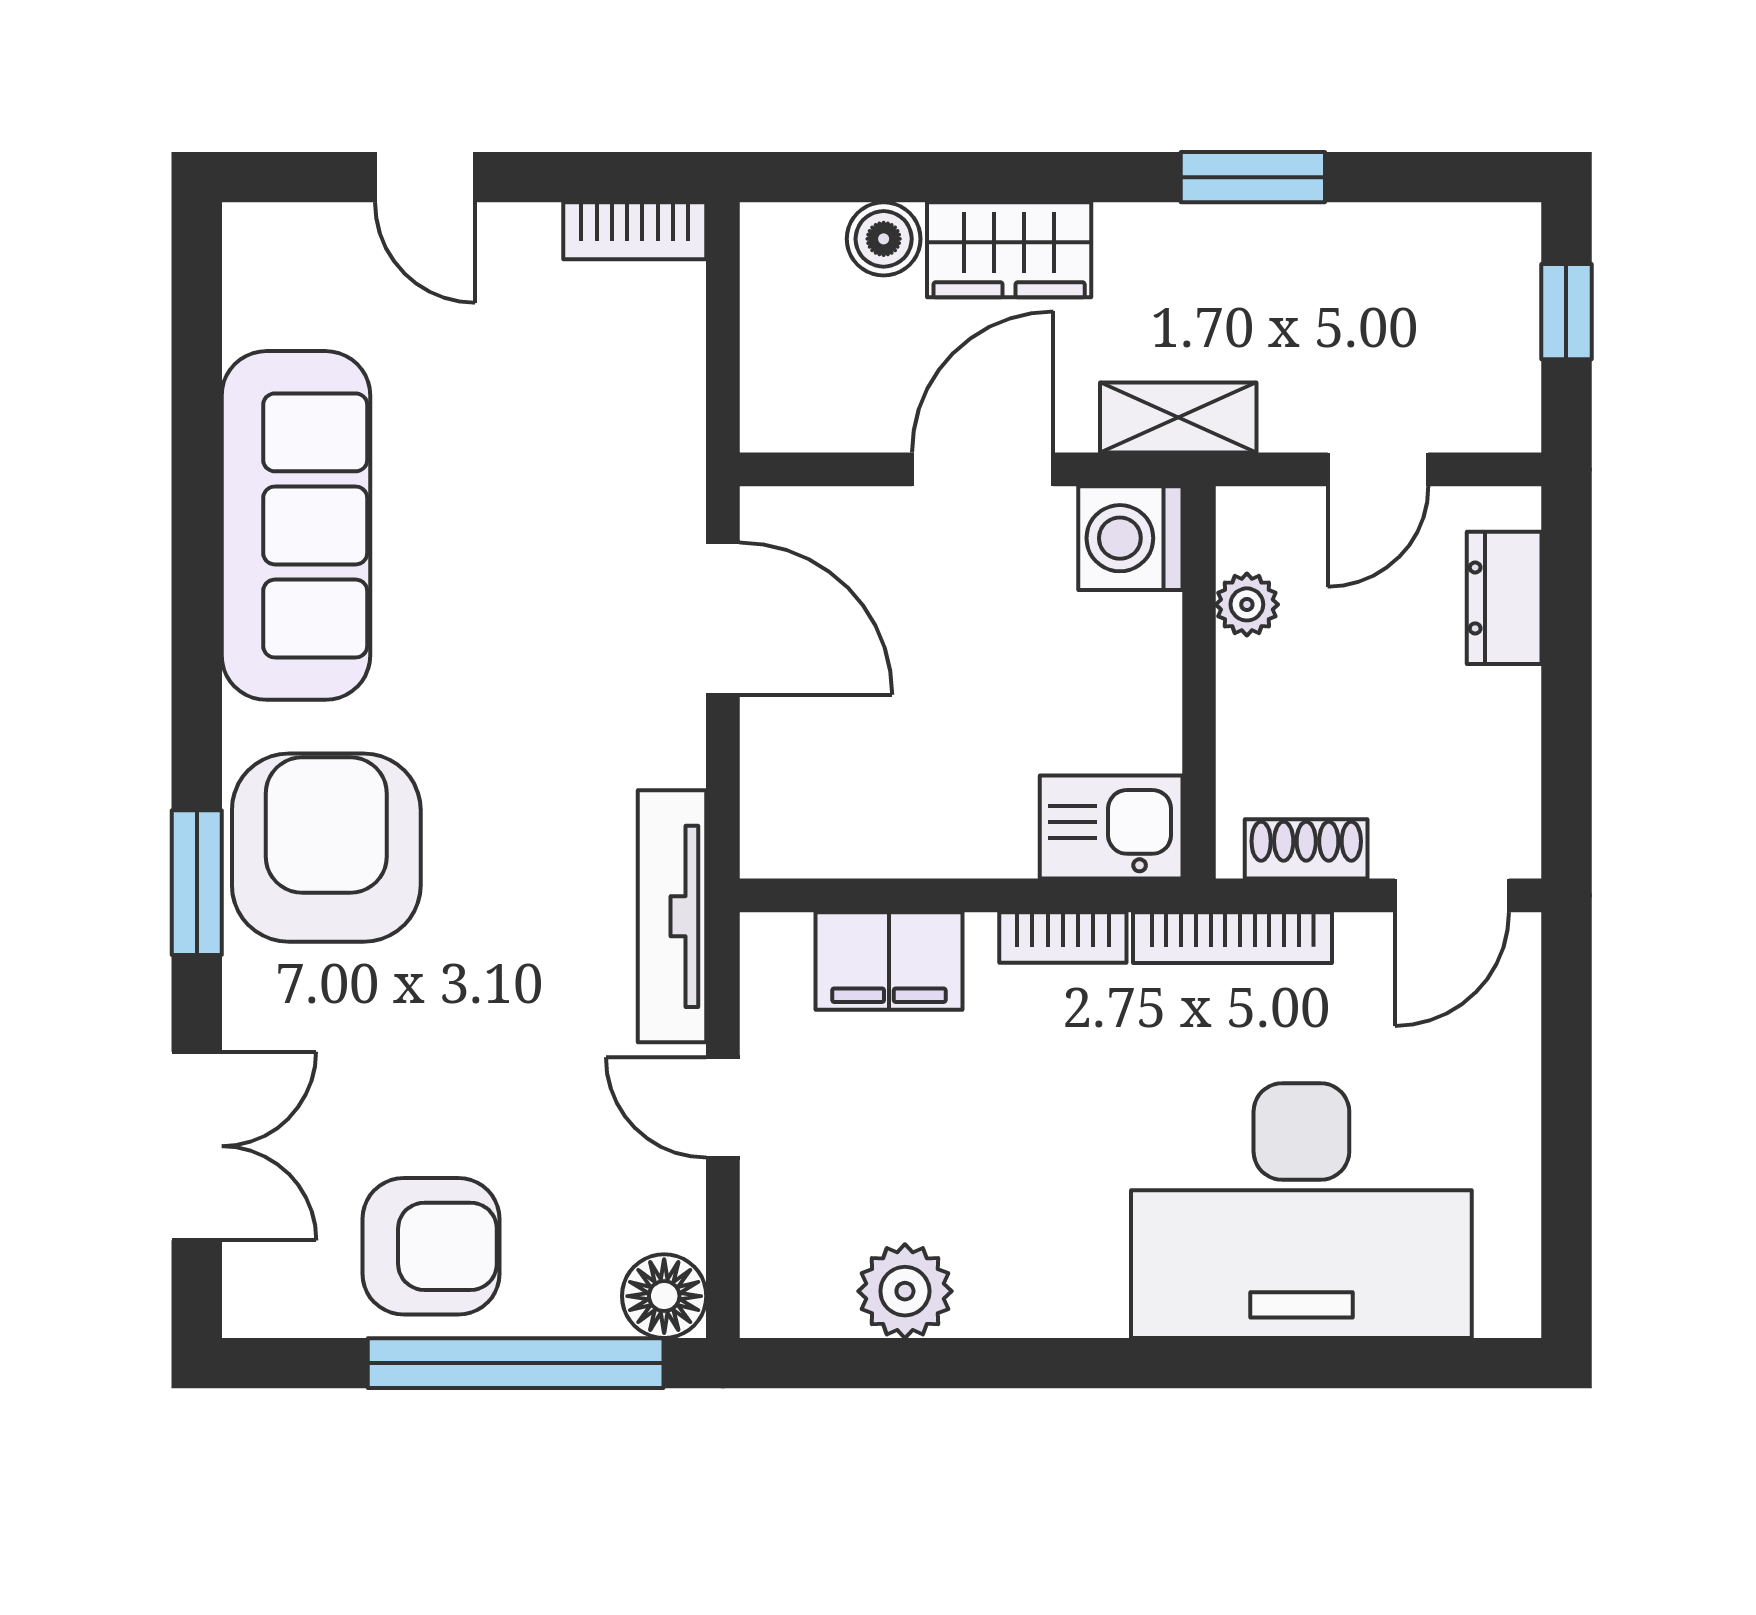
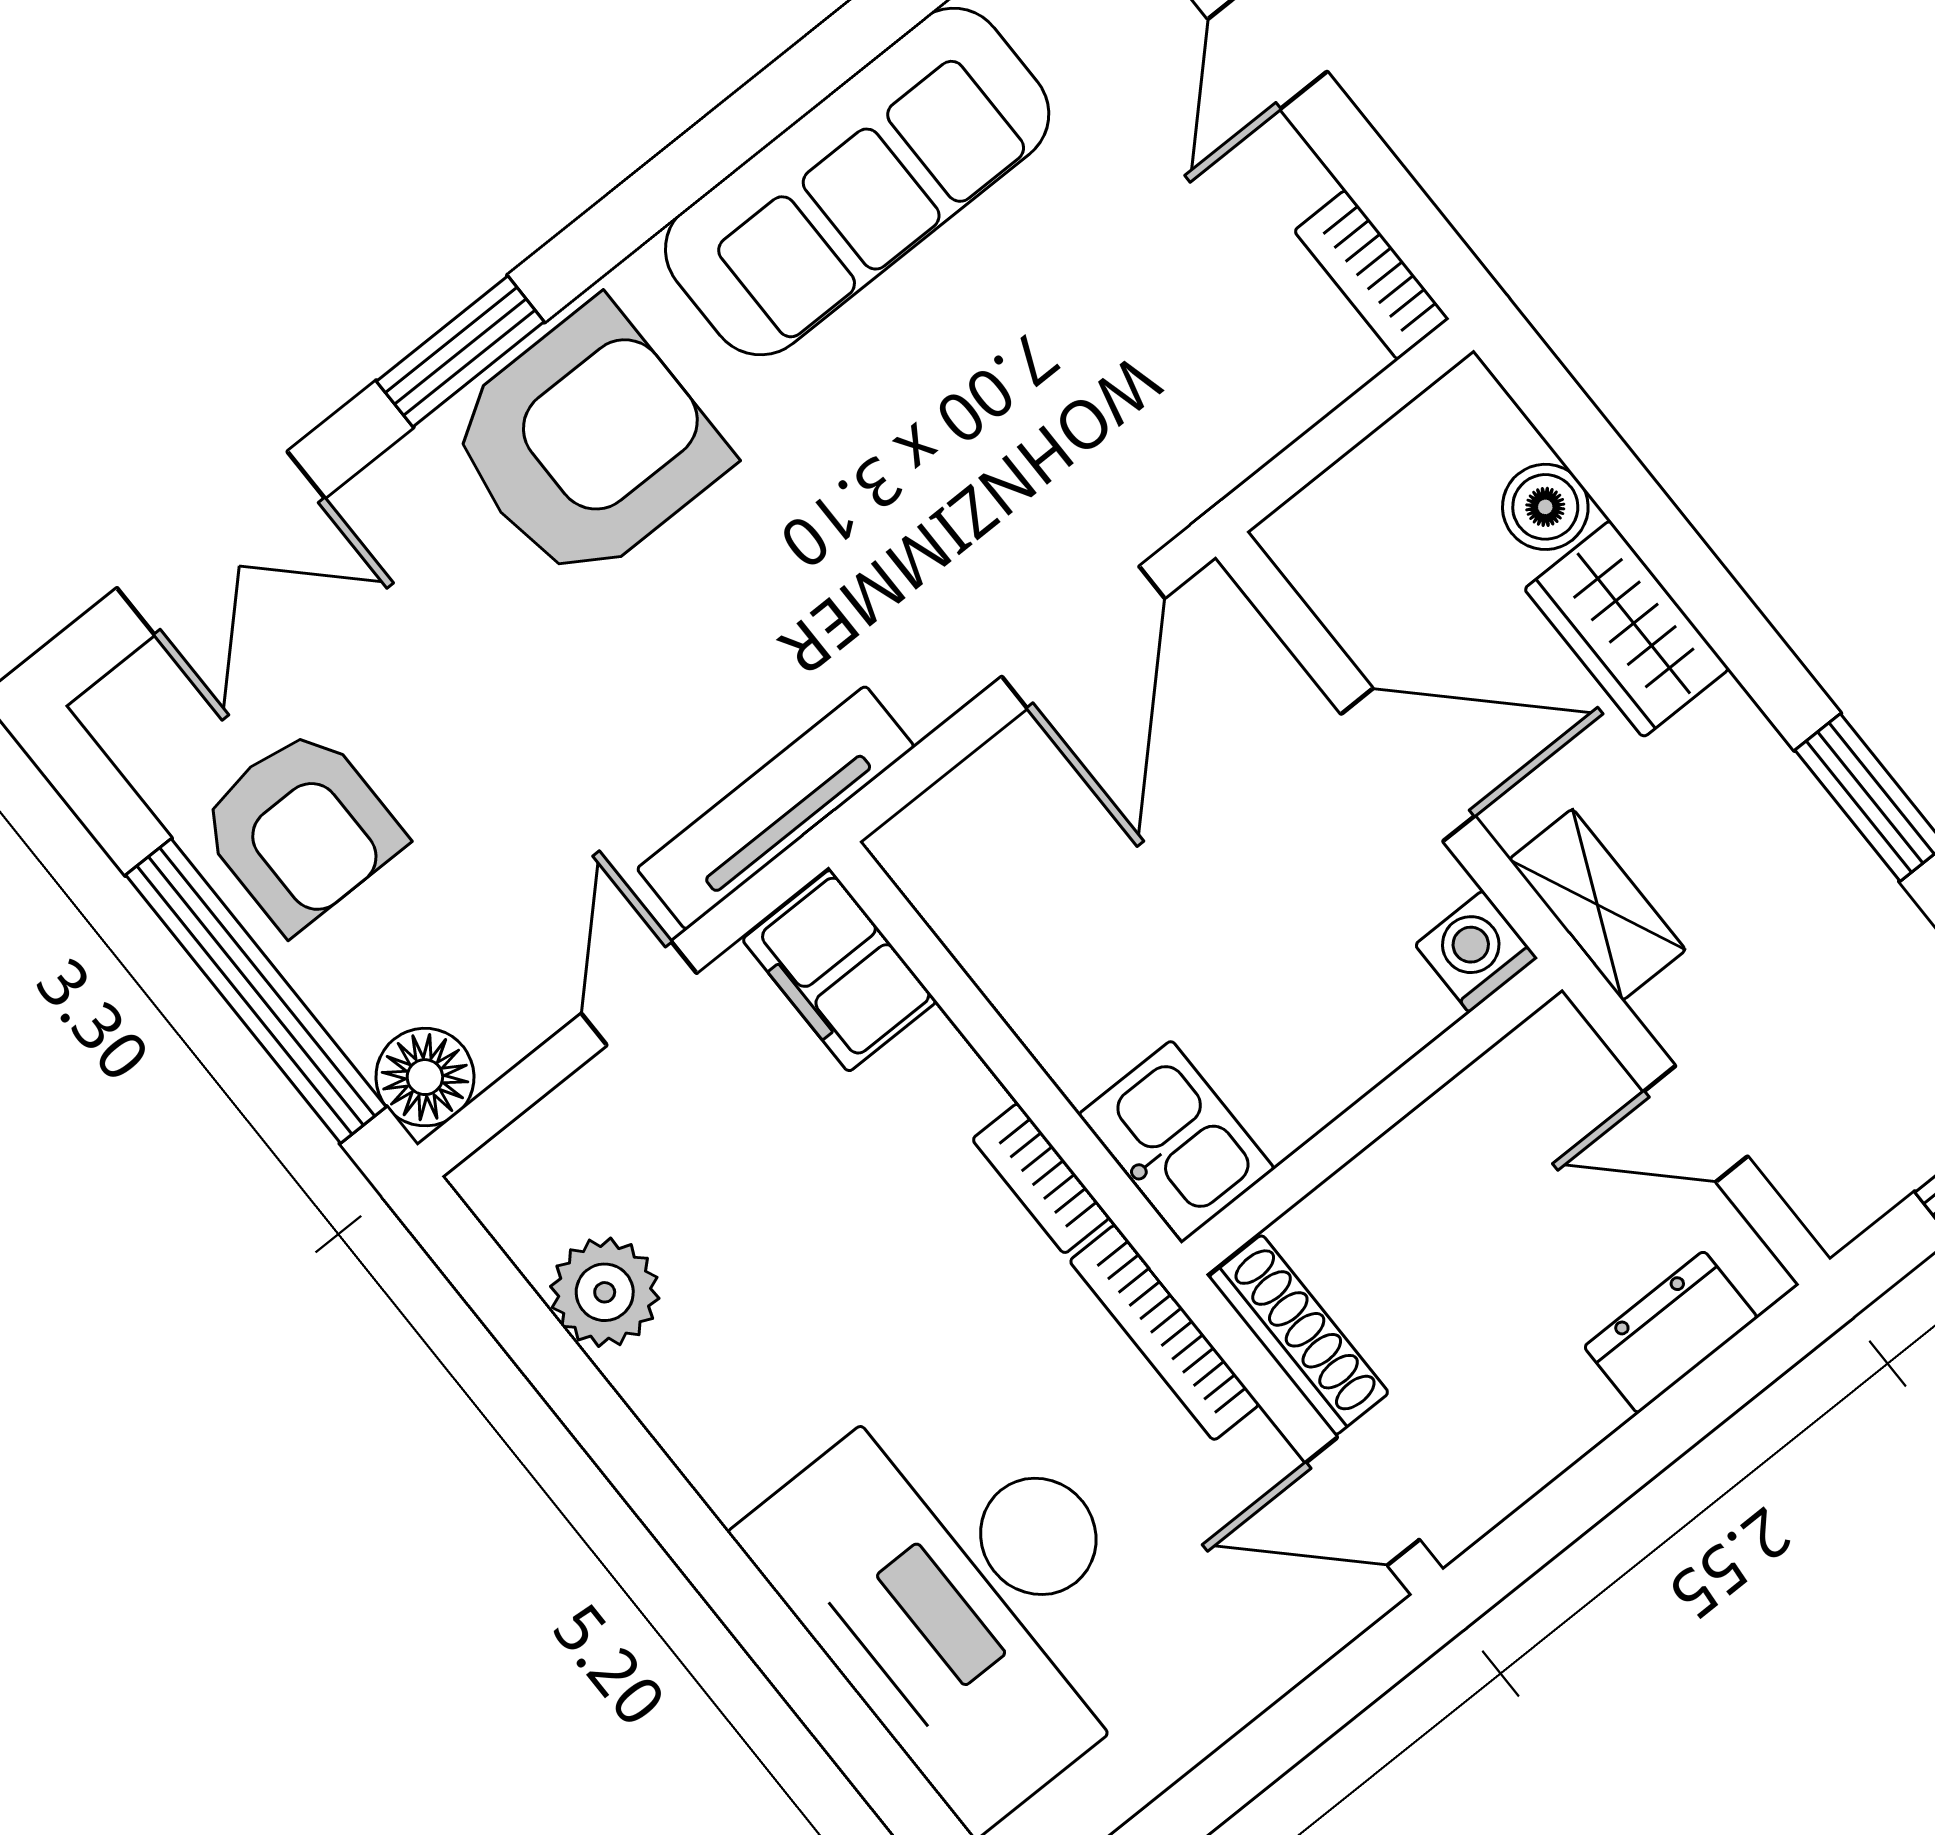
washing machine: (1130, 538) -> (1476, 951), width x0.73, depth x0.73
plant: (1247, 604) -> (1478, 1103), removed
shoe rack: (1306, 849) -> (1299, 1335), width x1.43
filing cabinet: (889, 961) -> (839, 971), moved

